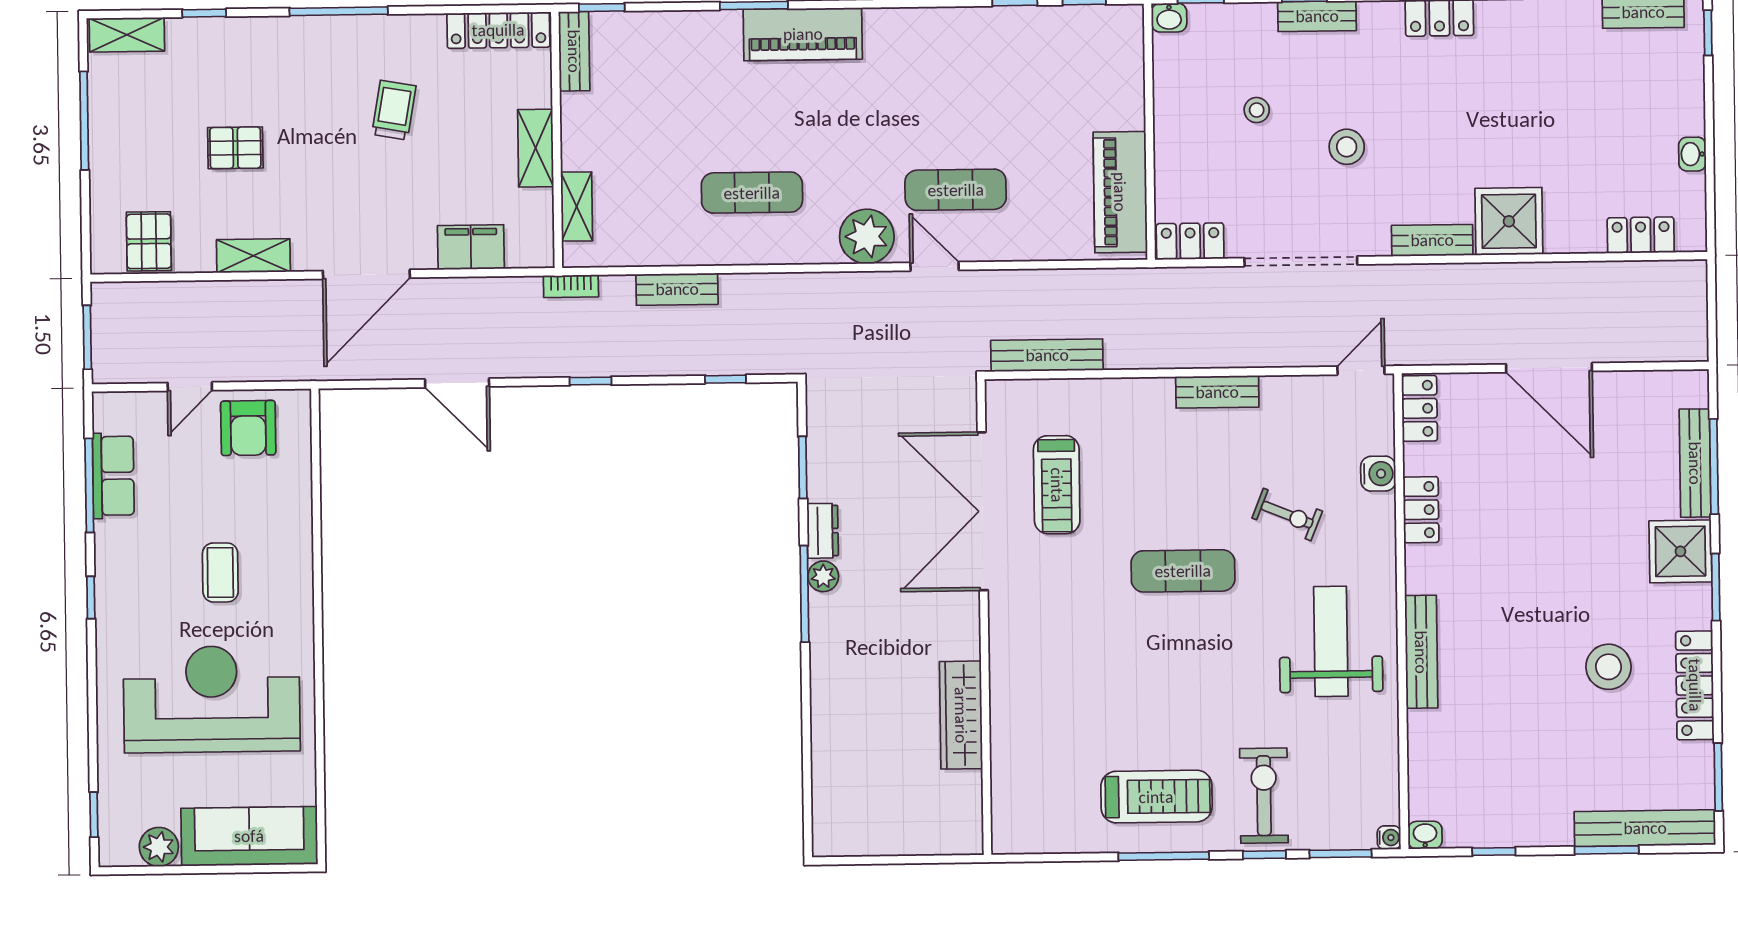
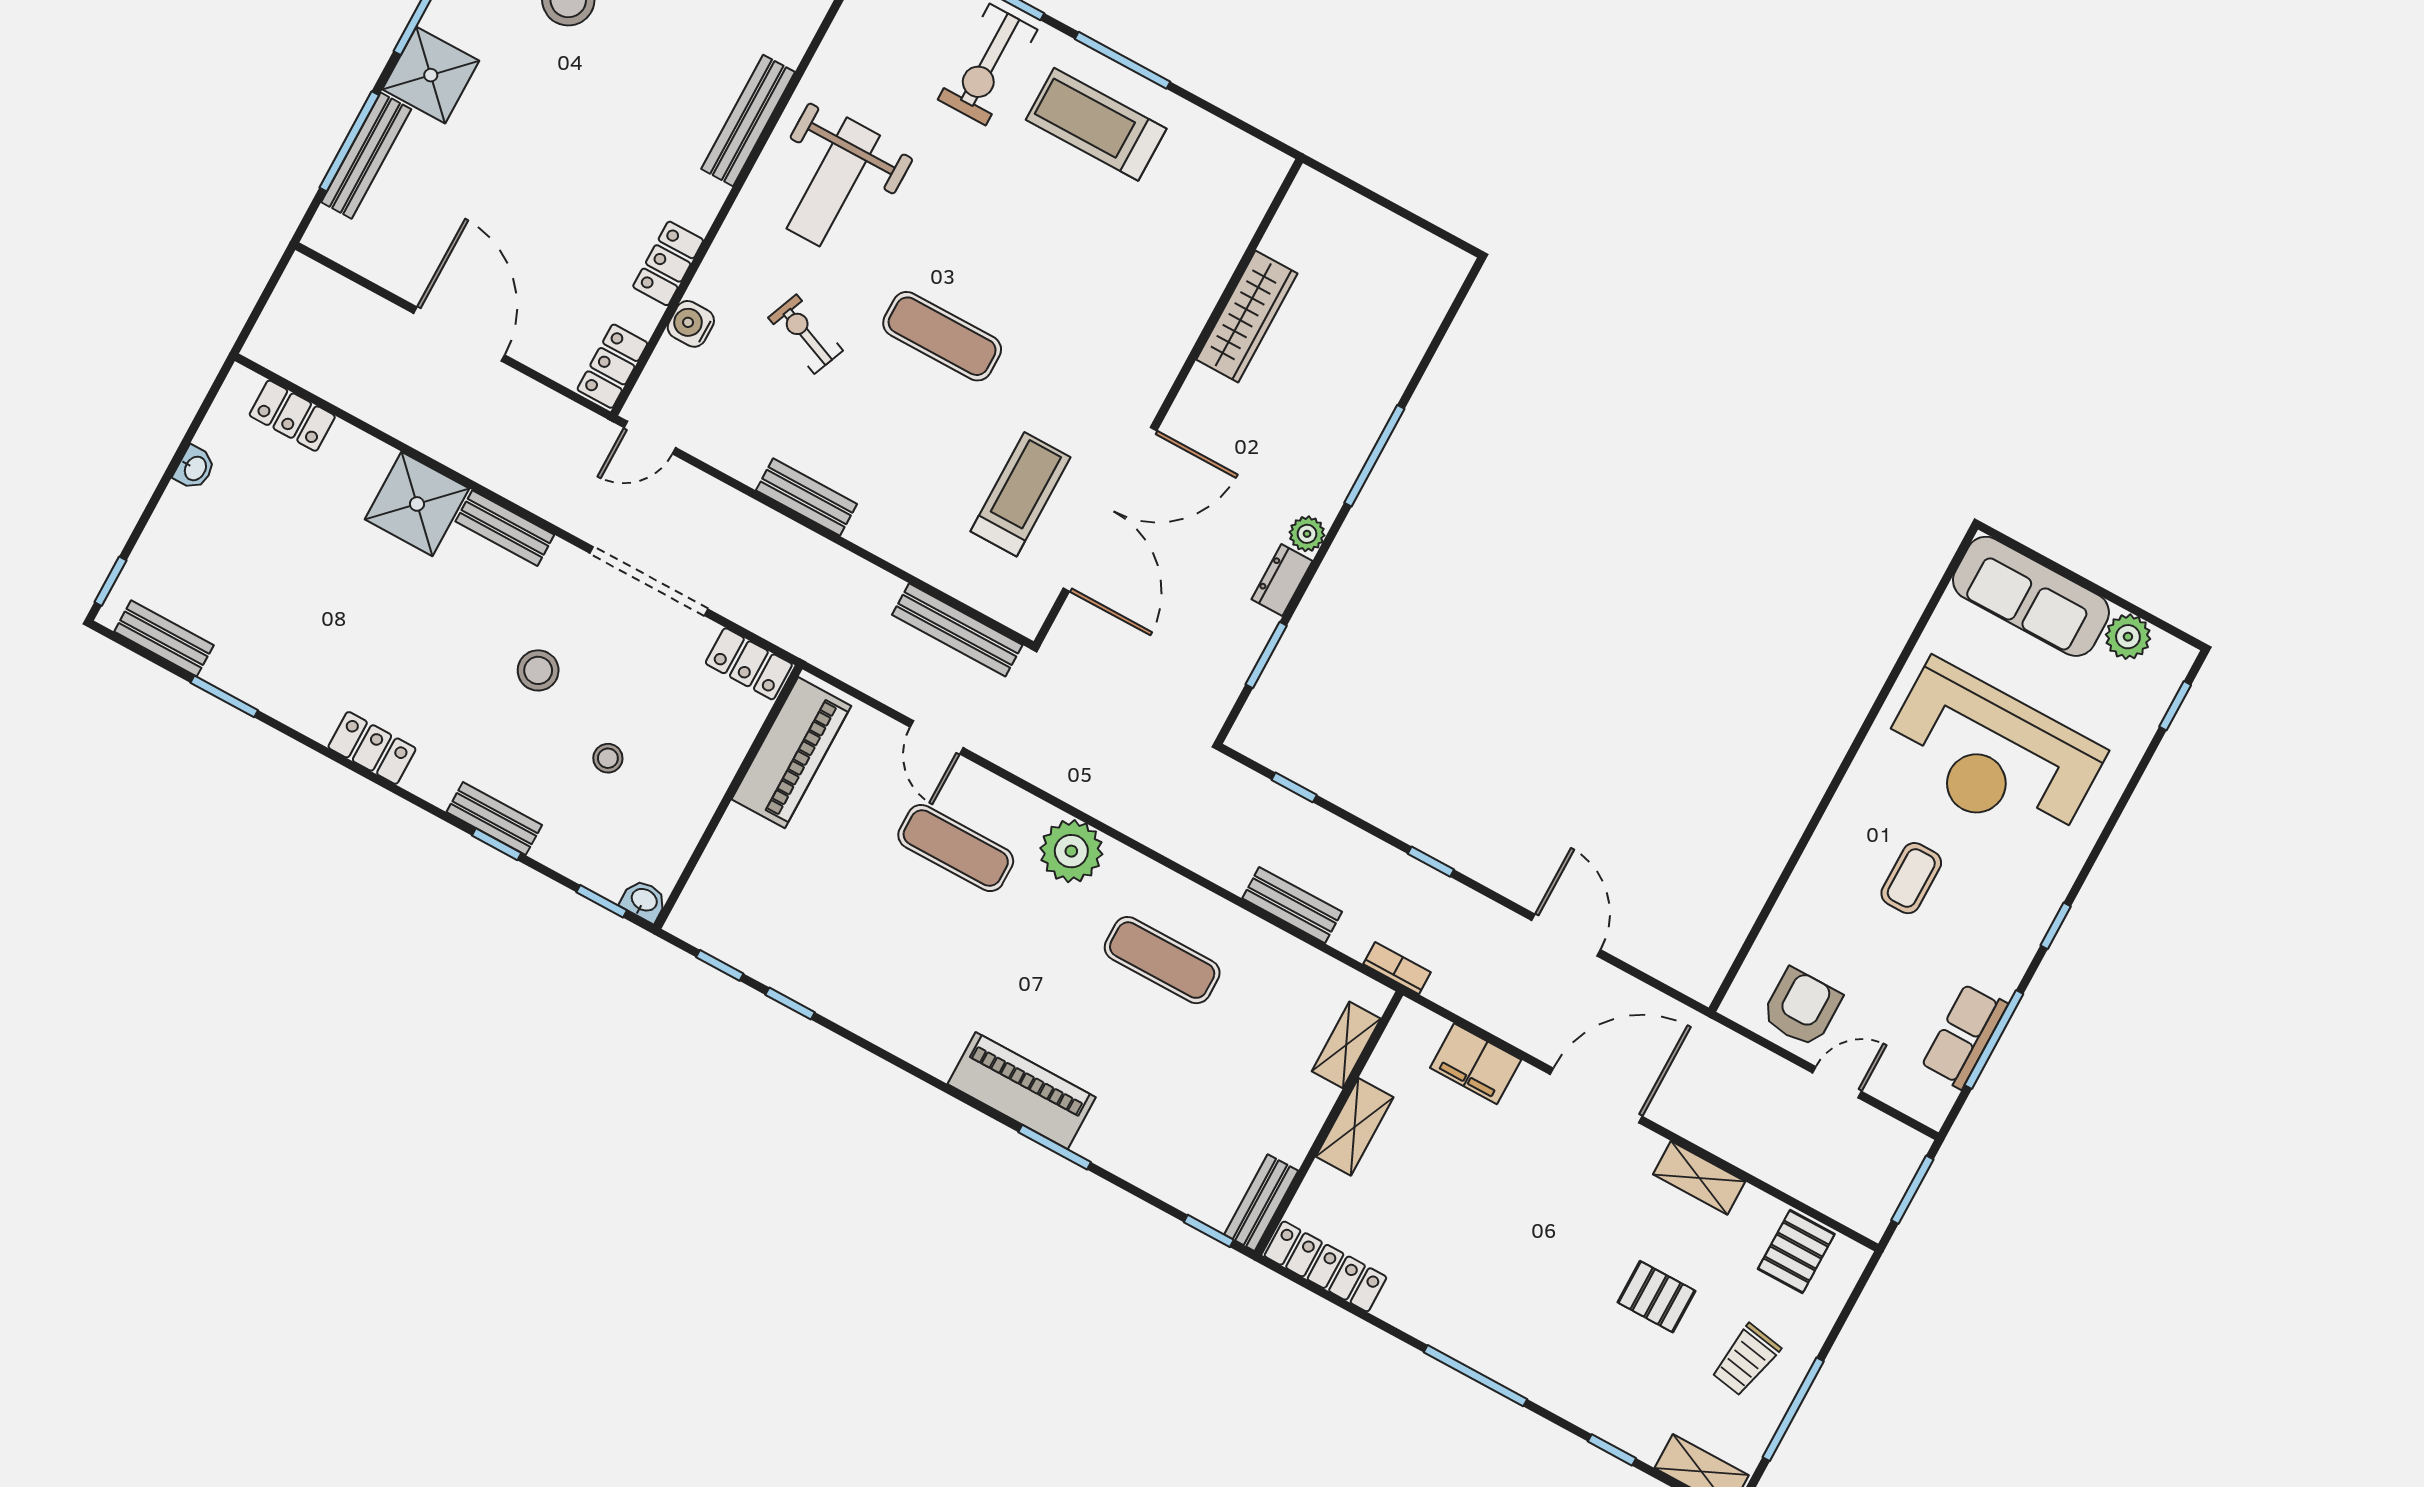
trolley: (394, 110) -> (1746, 1360), moved
door: (935, 266) -> (937, 737), moved
window: (804, 594) -> (1374, 456), moved

